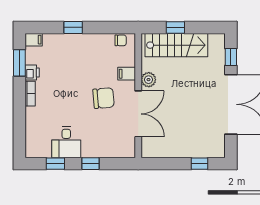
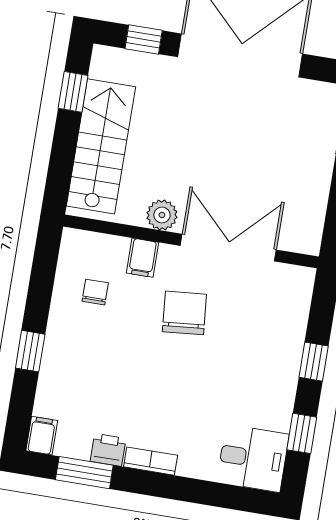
window: (175, 27) -> (73, 92), moved
chair: (121, 40) -> (95, 292), moved
desk: (66, 142) -> (253, 458), moved

